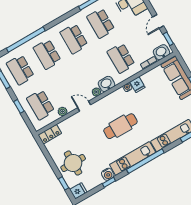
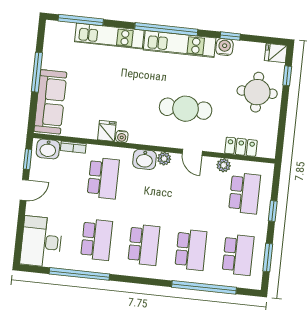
cafe table: (120, 126) -> (186, 109), moved
locker: (50, 134) -> (241, 147), moved

